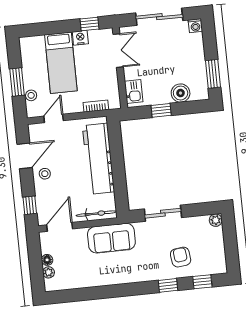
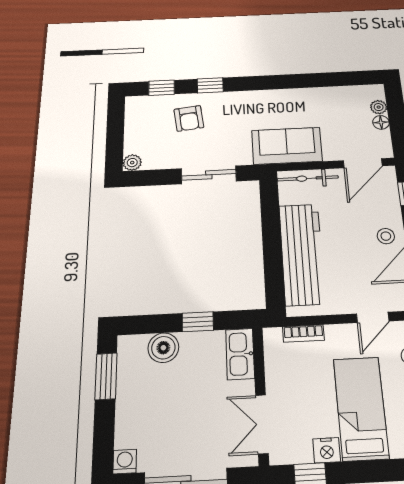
kitchen sink: (134, 92) -> (240, 354), width x1.38

